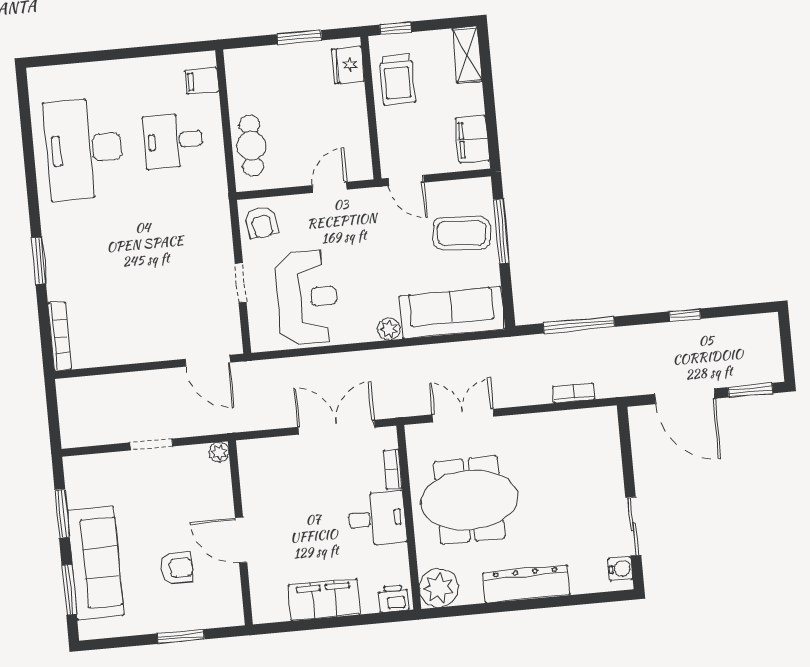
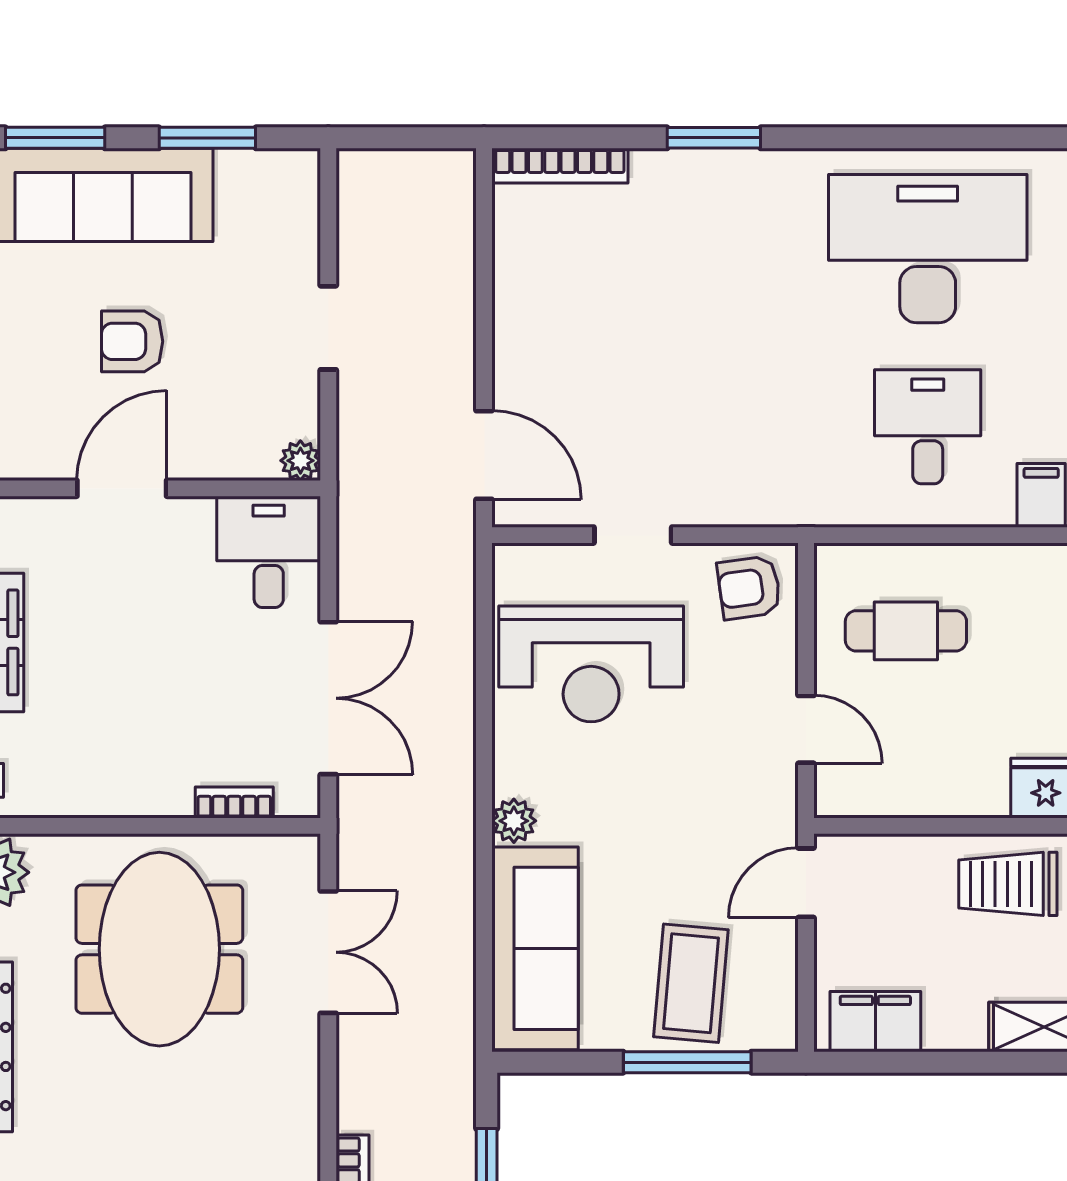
cafe table: (251, 146) -> (906, 631), moved
door: (208, 361) -> (484, 455), swing flipped
desk: (377, 519) -> (269, 552), moved, turned 180
armchair: (177, 568) -> (132, 341), moved, turned 90

